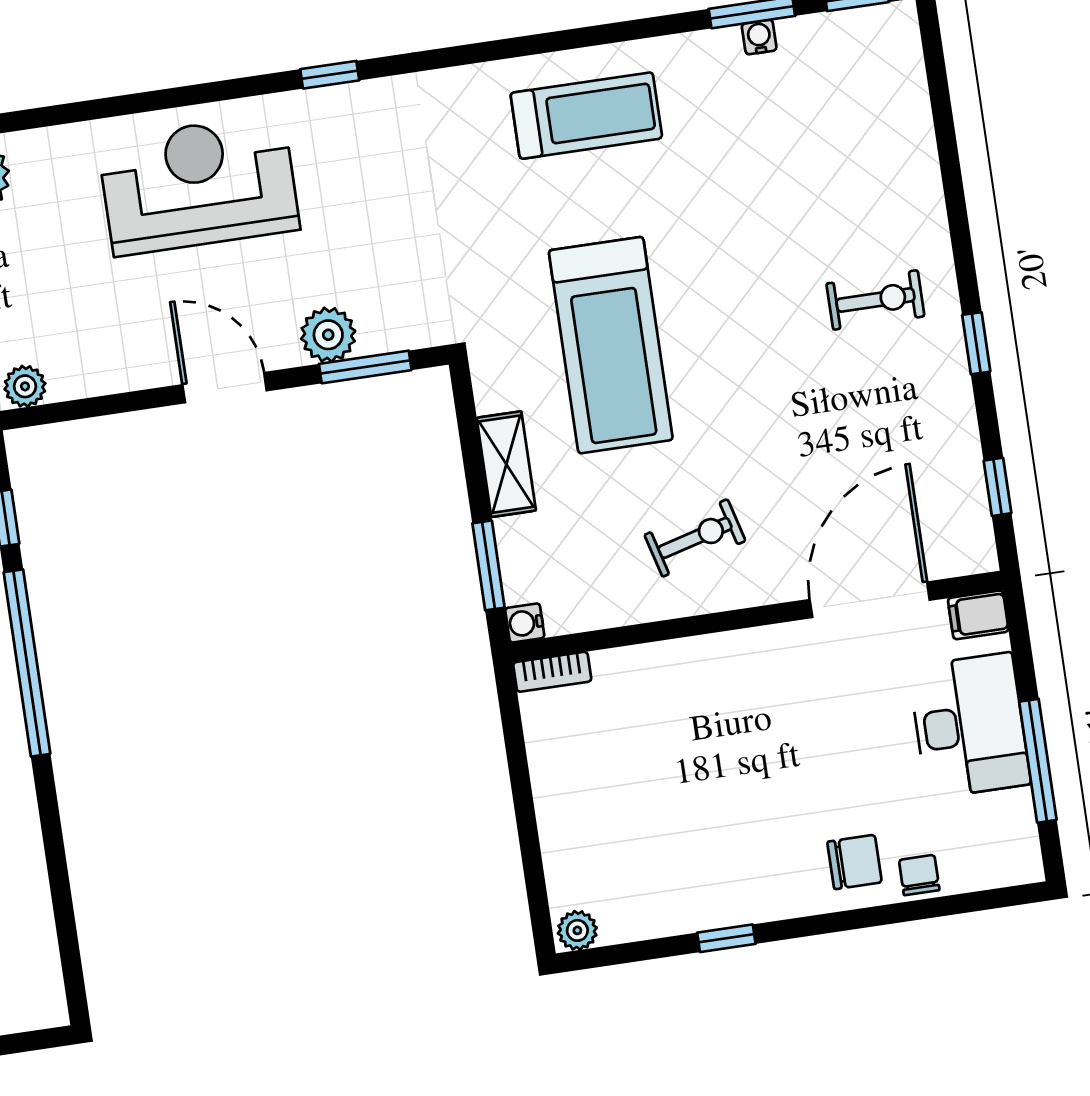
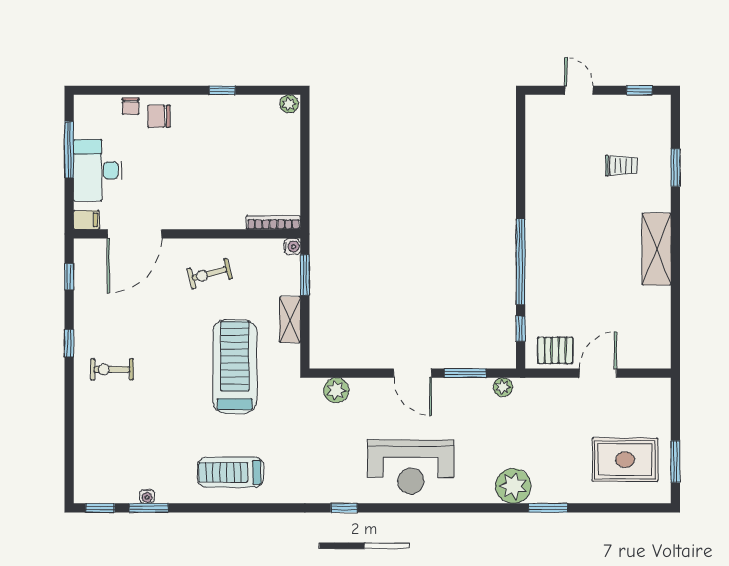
plant: (328, 335) -> (336, 390), moved
window: (365, 367) -> (465, 373), moved
bookcase: (552, 672) -> (273, 223), width x1.56

